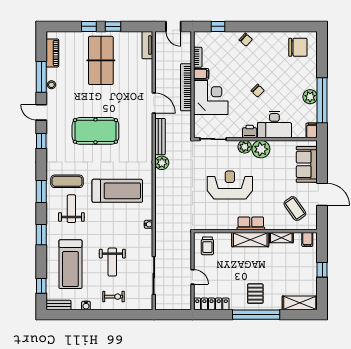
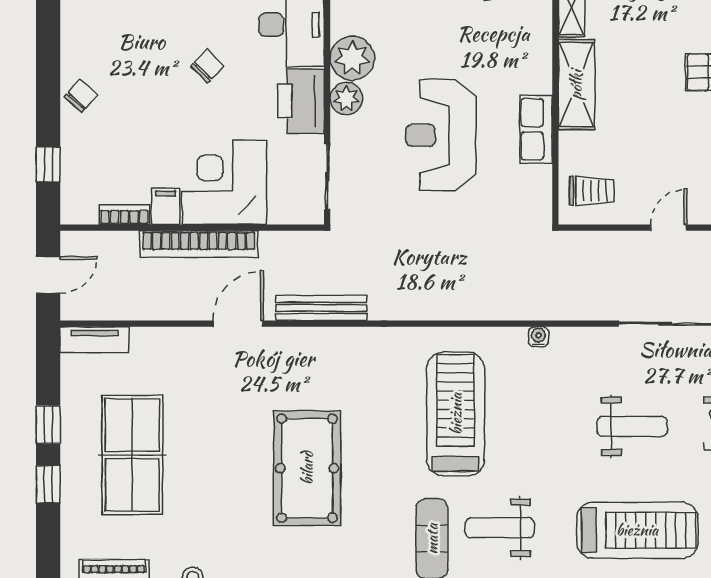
table tennis table: (101, 60) -> (132, 455), turned 90
printer: (250, 132) -> (301, 101), width x1.87, depth x1.48
plant: (162, 163) -> (386, 304), removed
row of seats: (251, 223) -> (536, 129), moved

